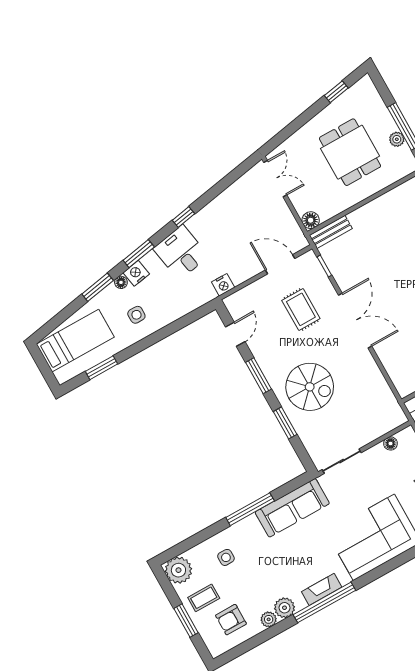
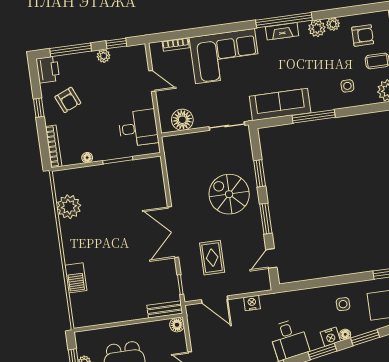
nightstand: (223, 285) -> (252, 303), moved
floor lamp: (390, 443) -> (182, 120), width x1.89, depth x1.89

